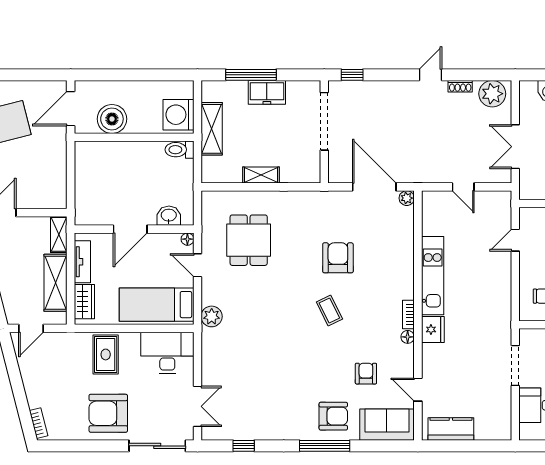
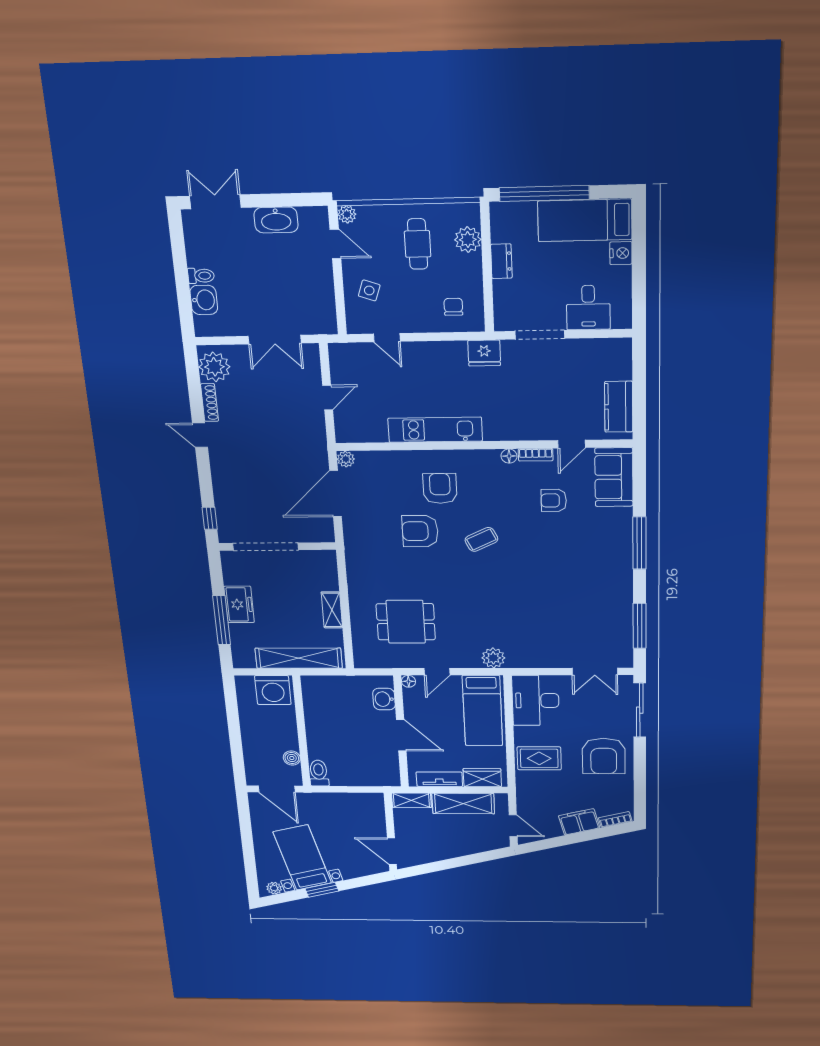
shoe rack: (460, 86) -> (209, 403), width x1.43
boiler: (112, 119) -> (292, 758), width x0.54, depth x0.54
shelving: (212, 129) -> (299, 658), width x1.47
toilet: (179, 150) -> (319, 773), moved, turned 180
bookcase: (408, 314) -> (536, 455), moved
fridge: (433, 329) -> (484, 353), moved, turned 180
filing cabinet: (36, 390) -> (579, 822), added
double door: (197, 406) -> (595, 671), swing flipped
armchair: (333, 416) -> (440, 488), moved
window: (244, 446) -> (640, 626), width x2.17

